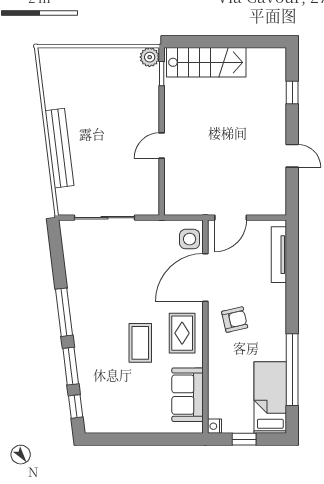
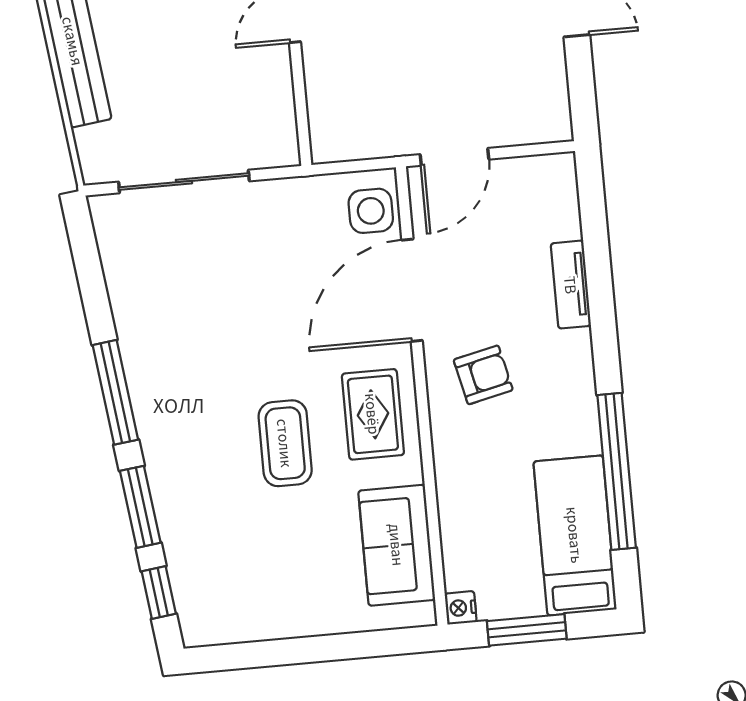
tv unit: (279, 255) -> (571, 285), moved, width x0.71
window: (244, 439) -> (527, 630), width x1.50

